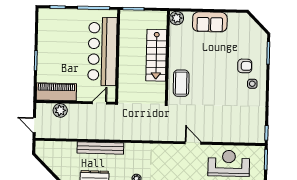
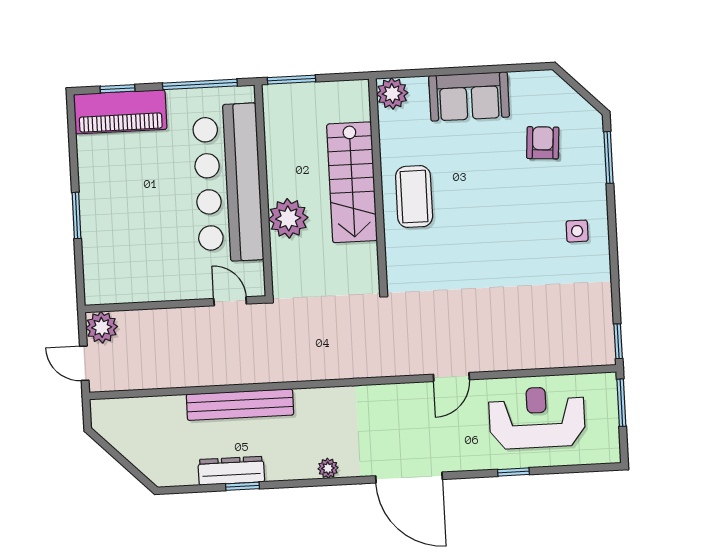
armchair: (245, 66) -> (543, 143), moved, turned -86
plant: (127, 69) -> (288, 218), added
coffee table: (181, 83) -> (414, 197), moved
piano: (56, 92) -> (120, 112), moved, turned 180
door: (100, 103) -> (230, 301), hinge flipped
plant: (60, 110) -> (102, 327), moved
door: (193, 143) -> (451, 377), swing flipped

